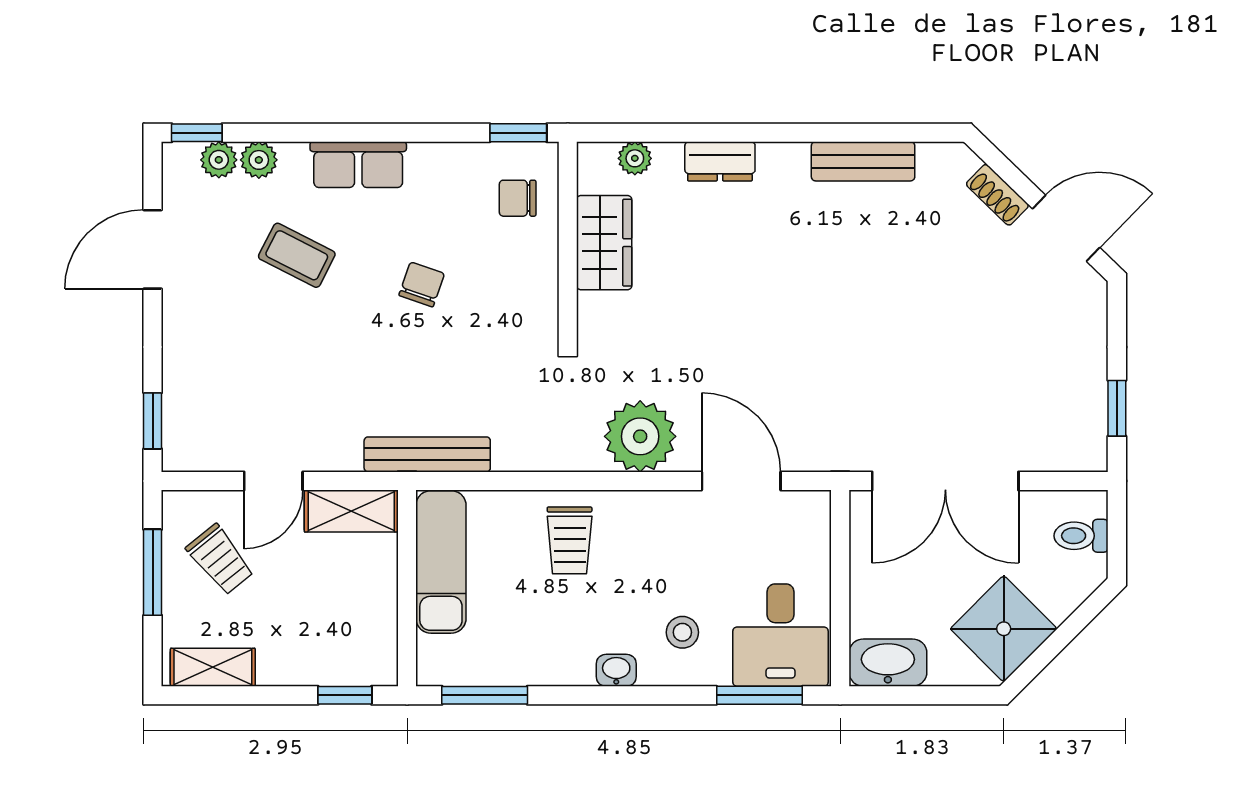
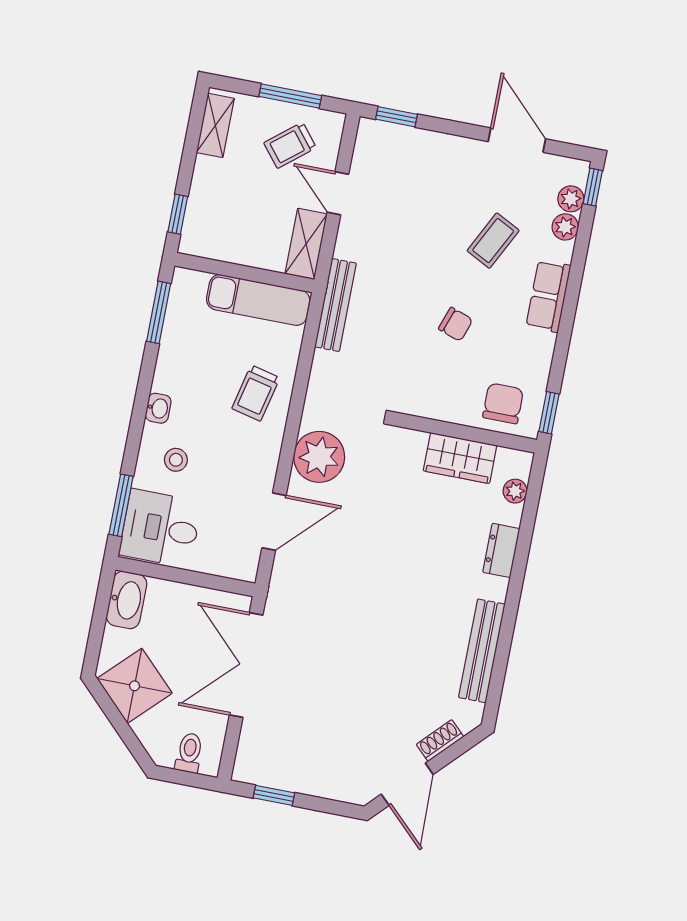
bench: (863, 161) -> (482, 651), width x1.36
chair: (518, 198) -> (503, 403), width x1.37, depth x1.37
trolley: (570, 540) -> (256, 393), turned -77

